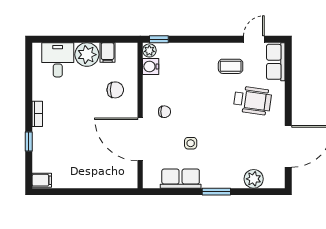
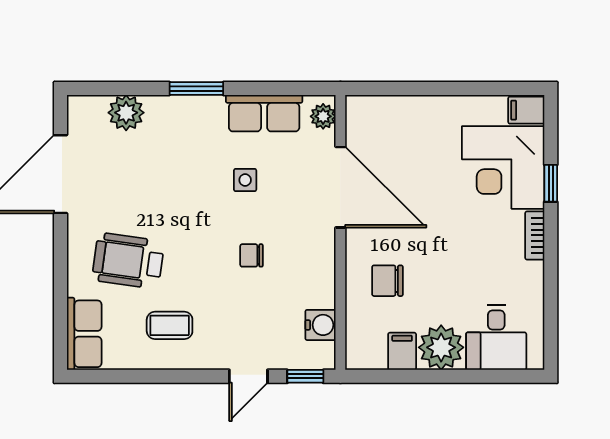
door: (254, 39) -> (248, 376), moved
plant: (149, 50) -> (323, 116), moved
chair: (164, 112) -> (251, 255), moved
corner desk: (54, 150) -> (503, 168), added

